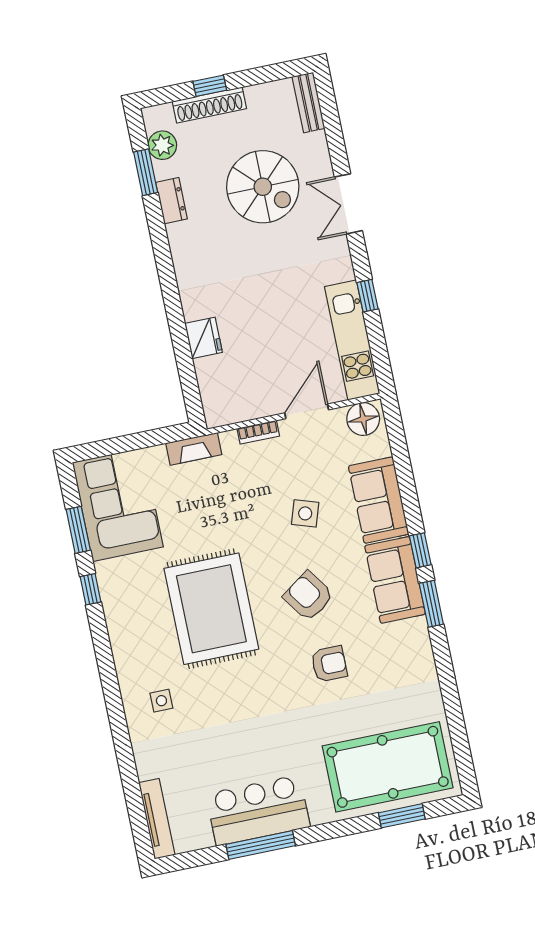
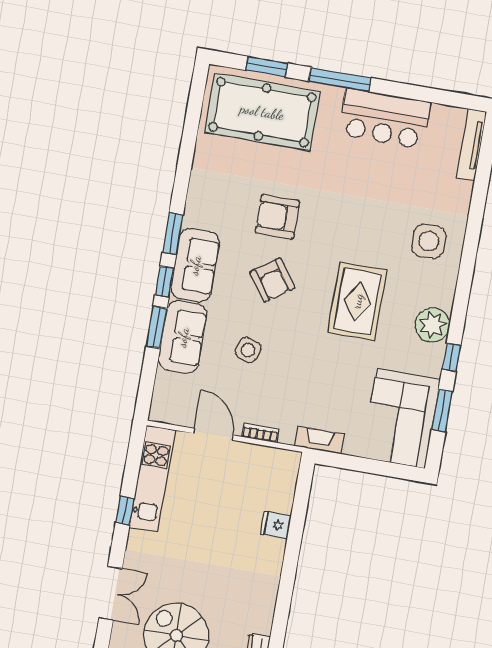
fridge: (204, 338) -> (276, 525), width x0.72
door: (307, 411) -> (213, 434), swing flipped
floor lamp: (363, 419) -> (169, 409), removed
window: (410, 499) -> (156, 327), added
rug: (211, 609) -> (357, 301), width x0.73, depth x0.69
plant: (123, 615) -> (432, 325), added
armchair: (329, 664) -> (277, 217), width x1.38, depth x1.38
side table: (161, 701) -> (429, 241), width x1.87, depth x1.87
window: (261, 845) -> (340, 79), moved

